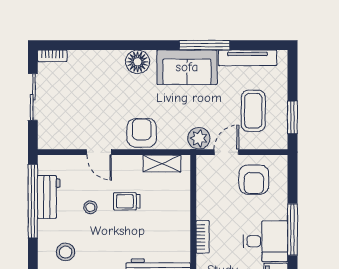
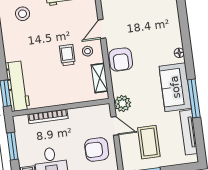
floor lamp: (138, 62) -> (179, 53), width x0.53, depth x0.53
coffee table: (253, 111) -> (149, 142), turned 90
armchair: (142, 133) -> (121, 59), turned 90
stool: (90, 207) -> (88, 51), moved
bookcase: (203, 237) -> (48, 116), width x1.56

